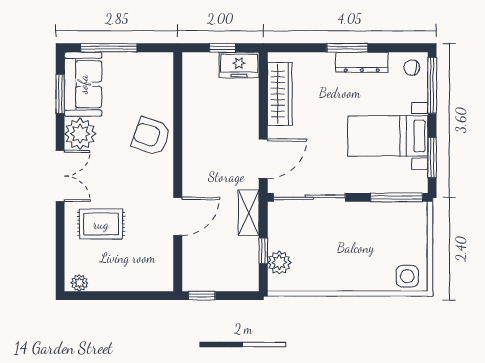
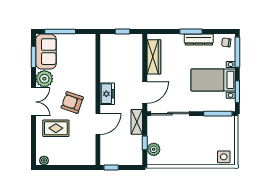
freezer: (239, 65) -> (107, 94), moved, turned -90
armchair: (151, 136) -> (72, 102), moved

